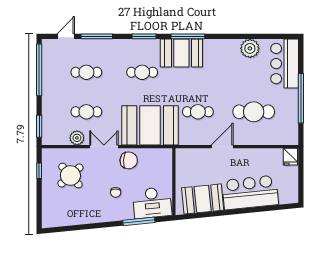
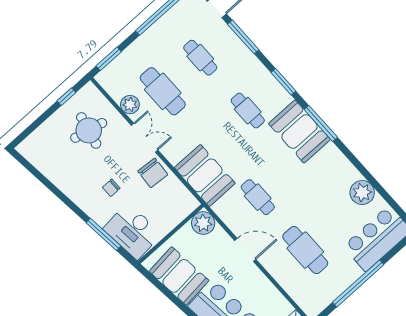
cafe table: (86, 112) -> (163, 91), width x1.37, depth x1.35
booth: (150, 125) -> (205, 175), width x0.73, depth x0.70
plant: (184, 157) -> (203, 223), added
round table: (70, 175) -> (89, 130), turned -35

